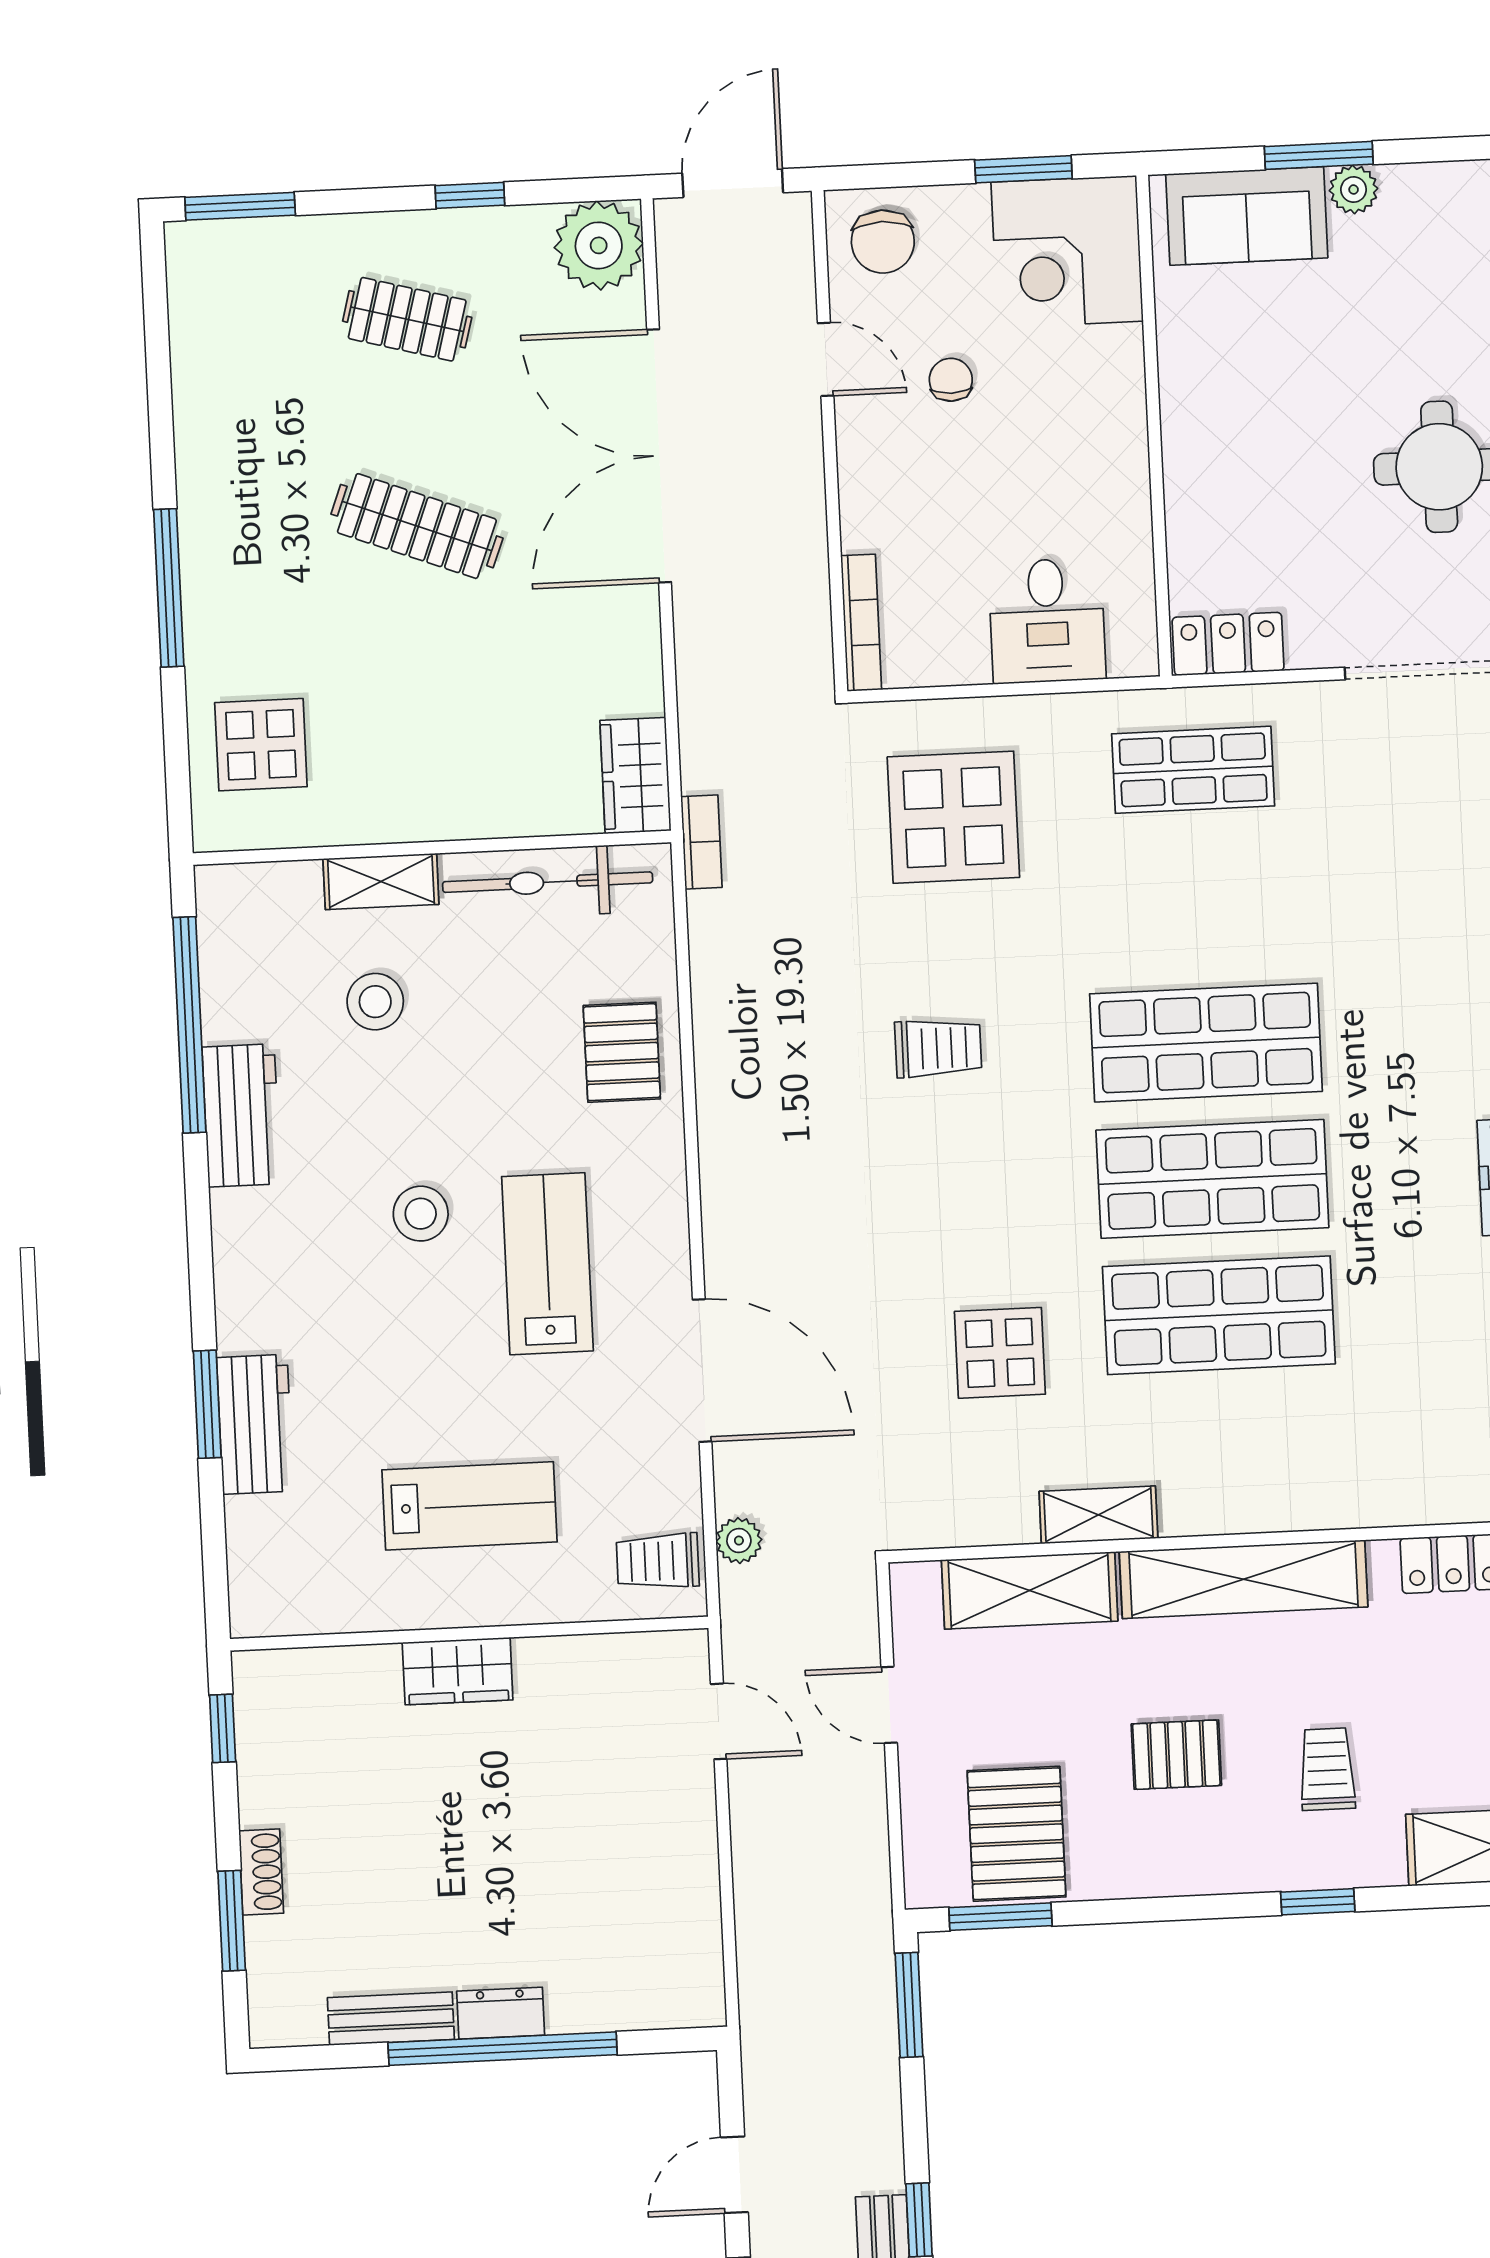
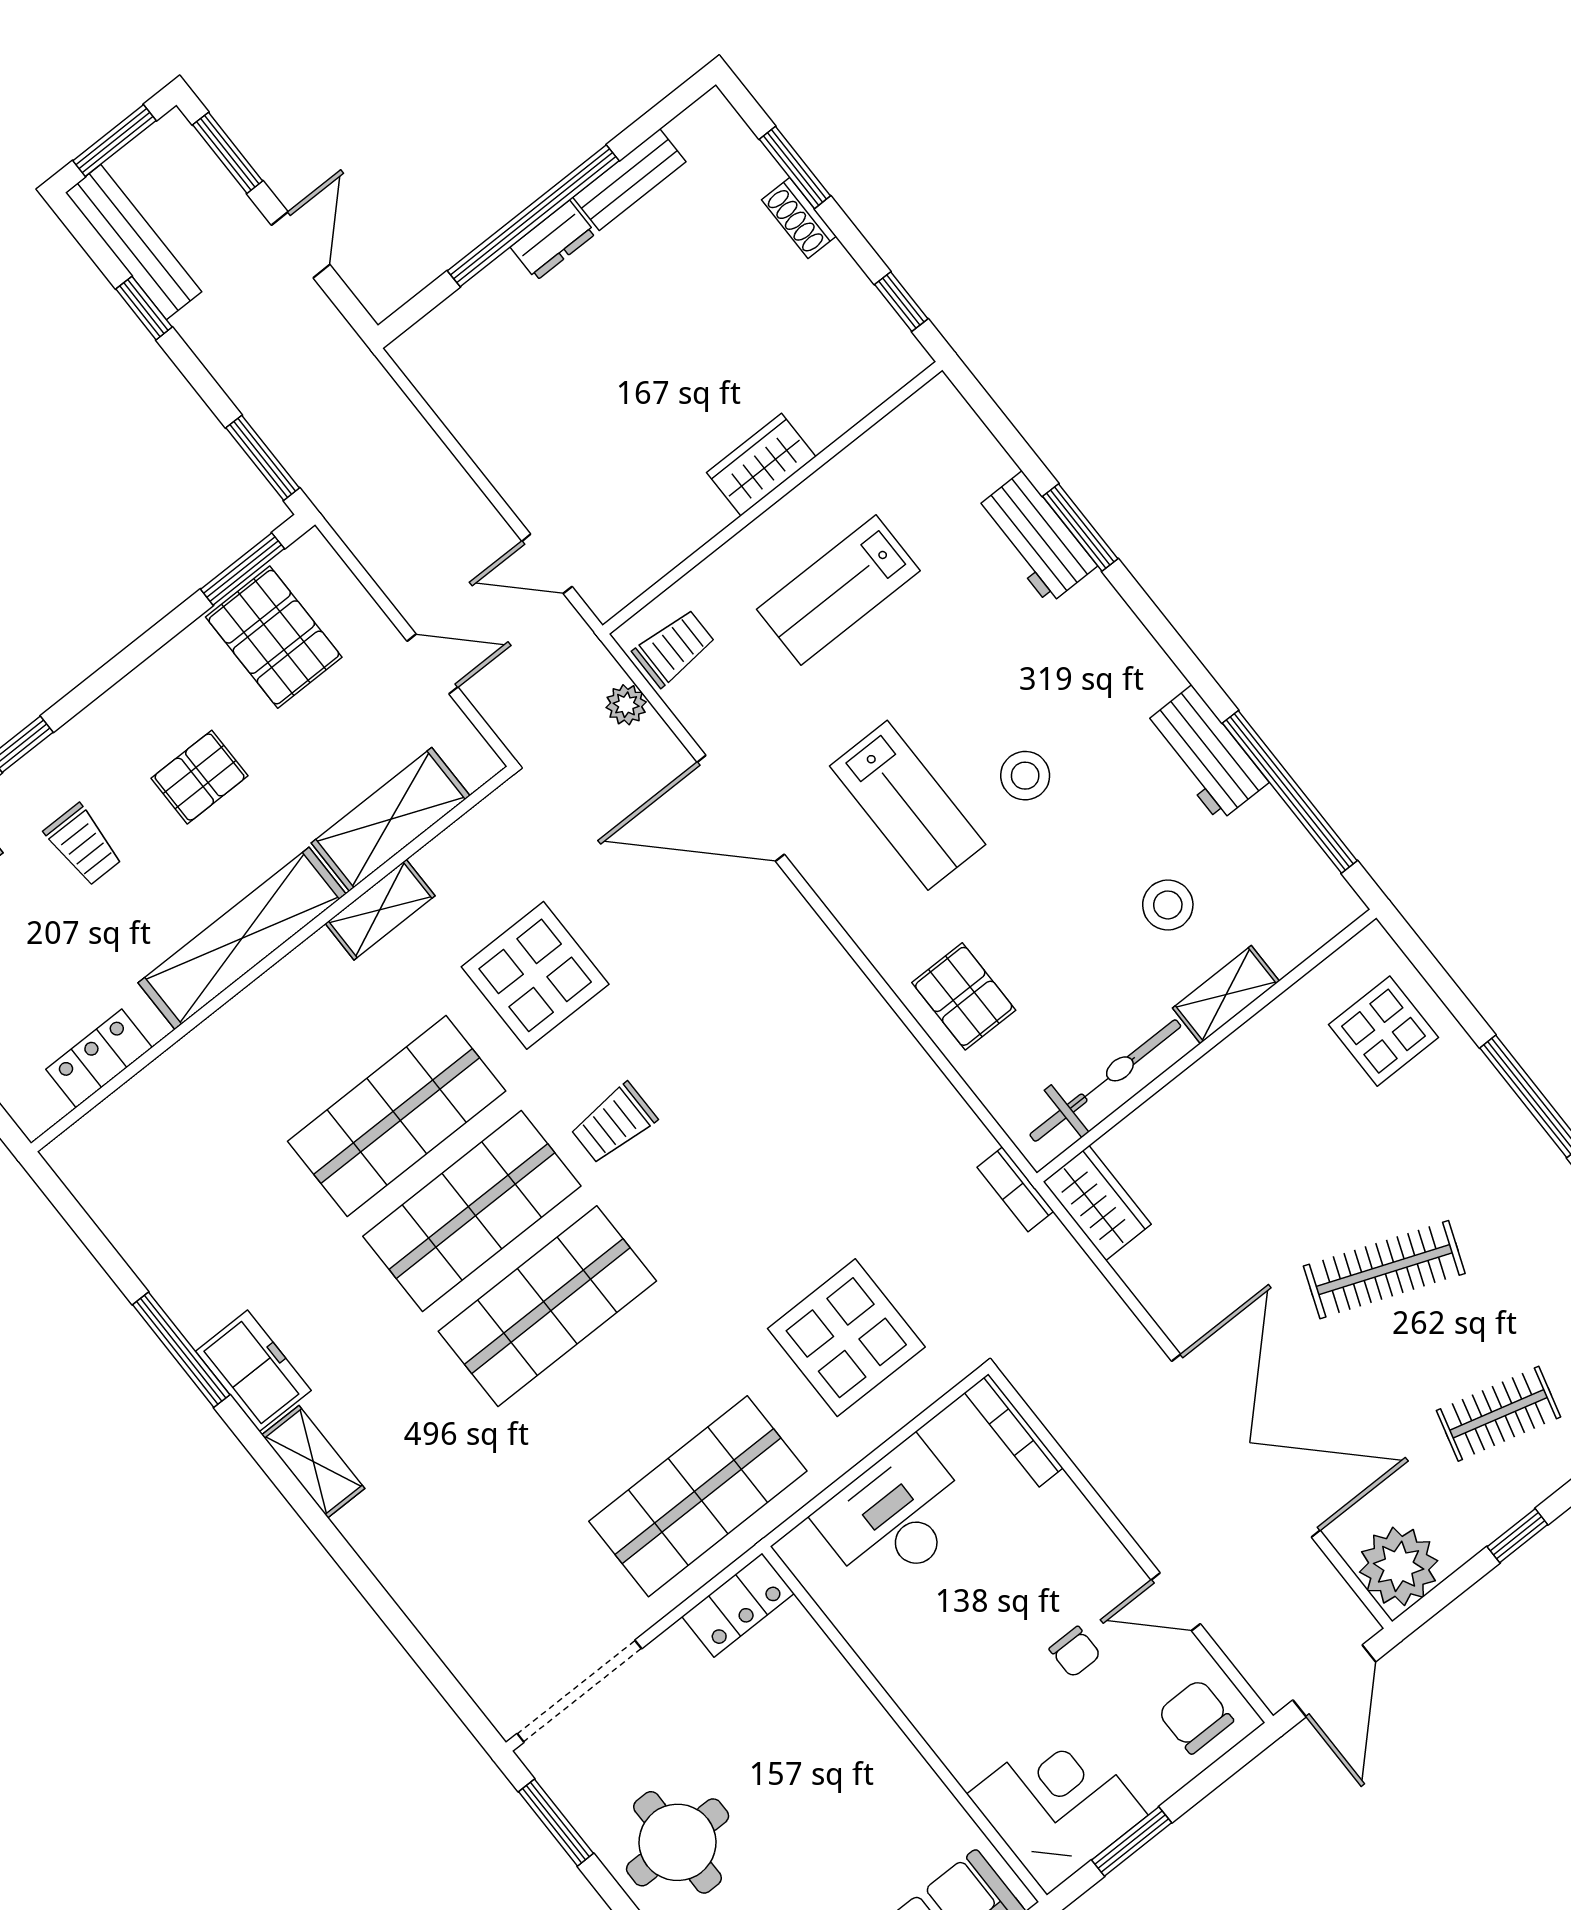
desk: (1047, 621) -> (895, 1516), width x1.37
shop shelf: (1193, 770) -> (698, 1496), width x1.43, depth x1.36
trolley: (938, 1048) -> (614, 1123), moved
display table: (1000, 1353) -> (535, 975), width x1.36, depth x1.36

